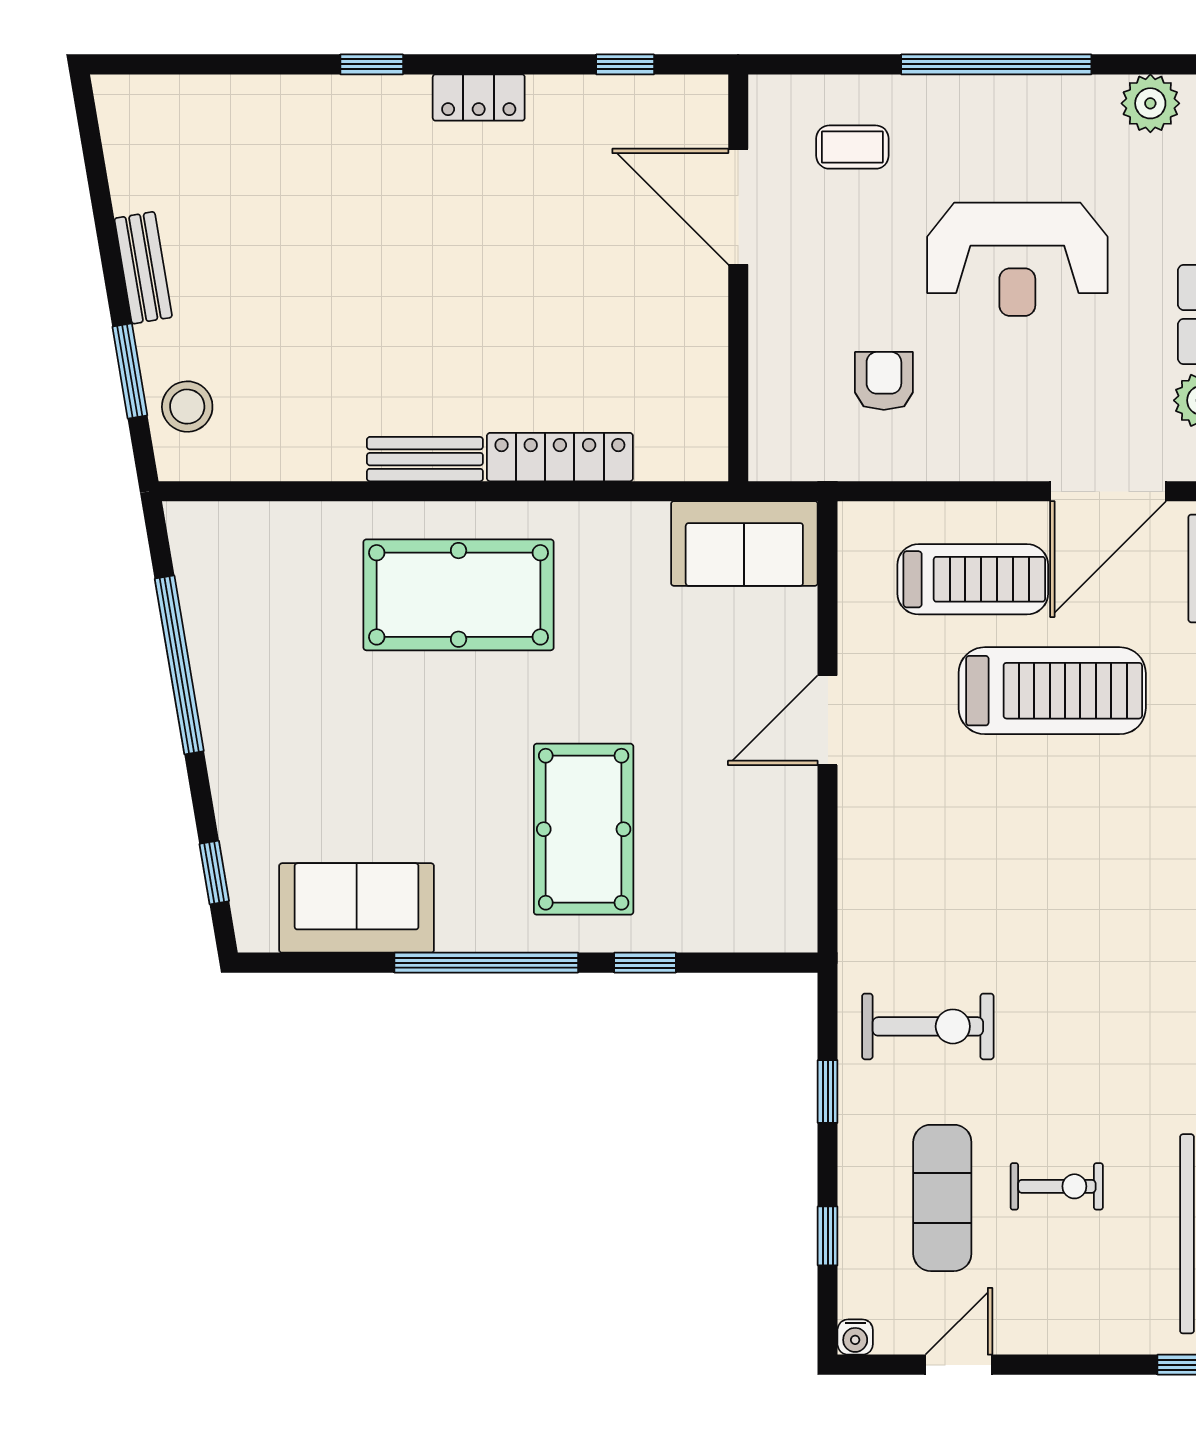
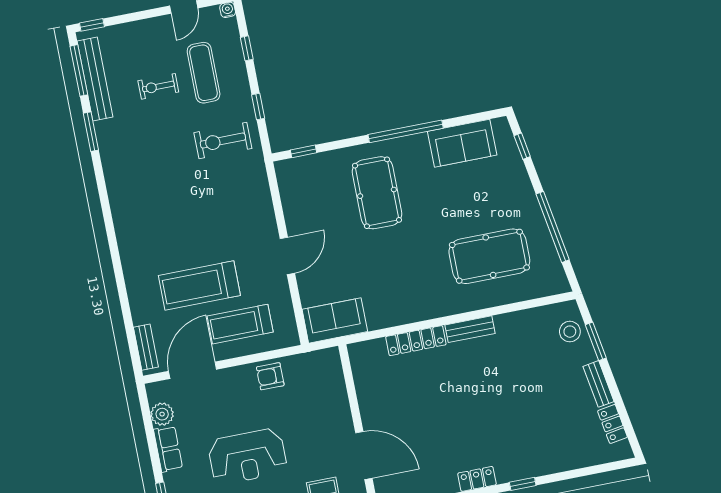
locker: (129, 165) -> (612, 424), added
reception desk: (1017, 259) -> (247, 456), turned 180
armchair: (884, 381) -> (270, 376), moved, turned 90
pool table: (459, 595) -> (489, 256), moved
window: (645, 963) -> (303, 151), moved

